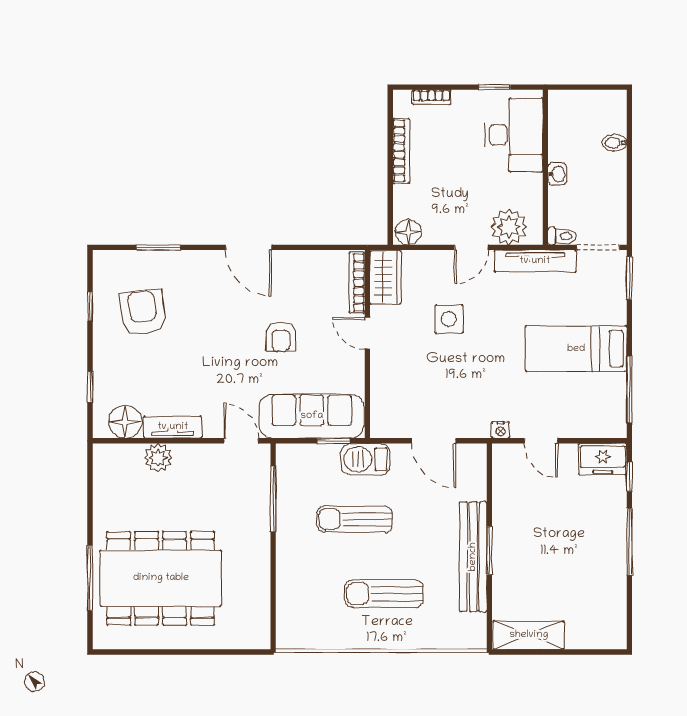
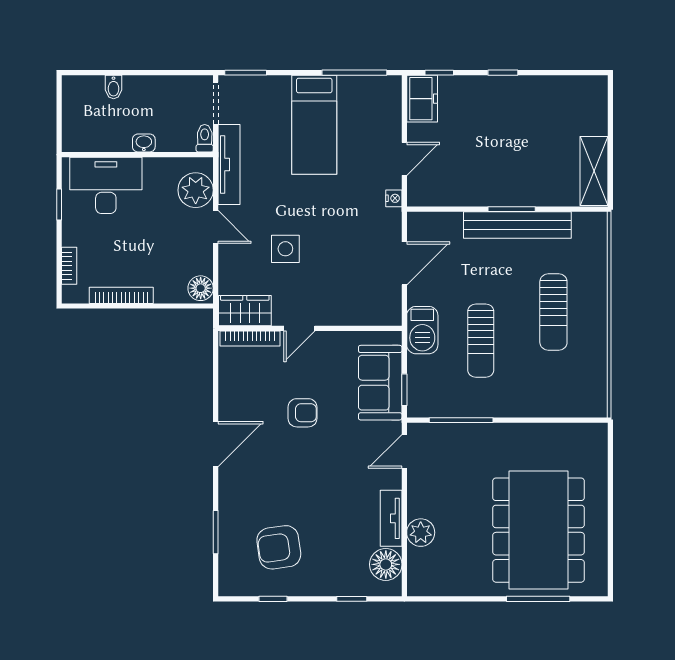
sofa: (312, 416) -> (380, 383), width x0.73
window: (333, 441) -> (404, 390), moved
window: (629, 542) -> (503, 73), width x0.46

